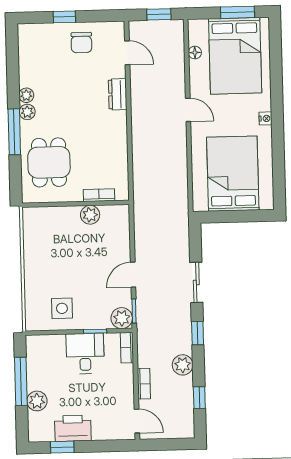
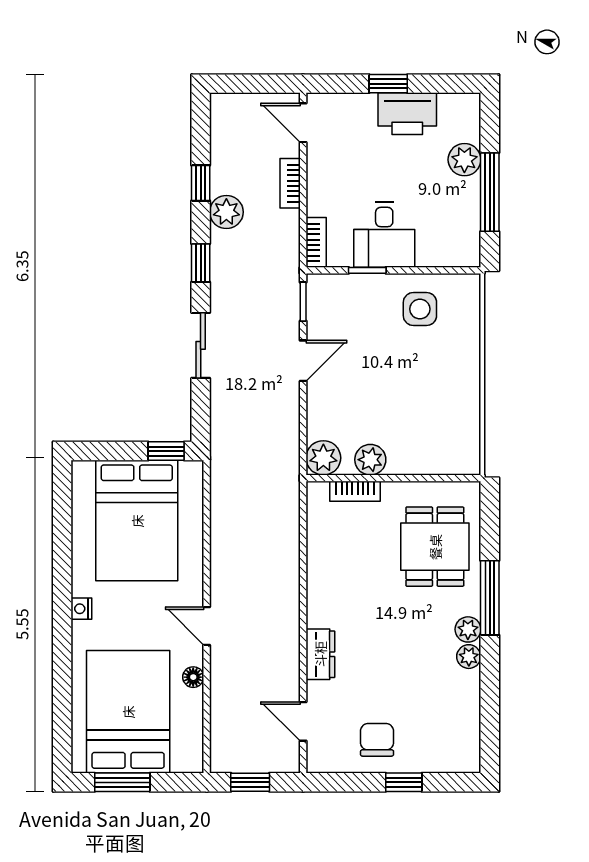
floor lamp: (195, 53) -> (193, 677), moved
window: (216, 217) -> (166, 451), added
plant: (122, 318) -> (323, 458), moved
window: (199, 398) -> (201, 183), moved
window: (62, 447) -> (388, 84), moved

